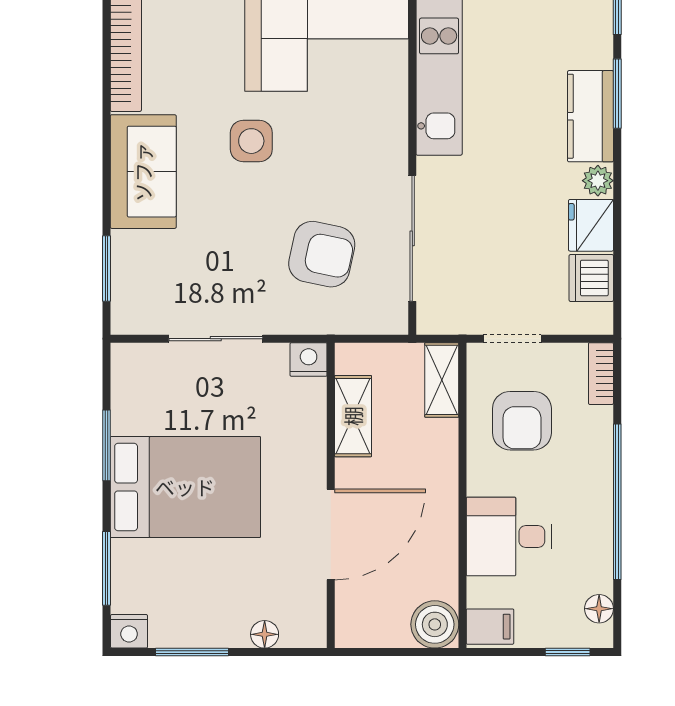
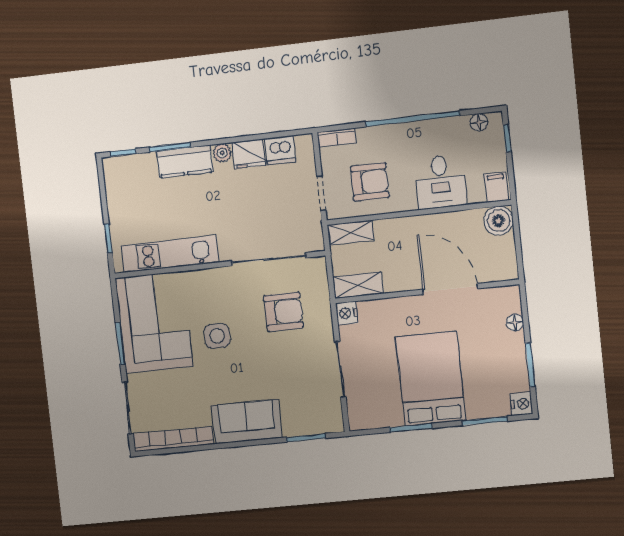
side table: (251, 141) -> (217, 336), moved
armchair: (322, 254) -> (284, 312), turned 78
shelving: (353, 416) -> (358, 285), moved

